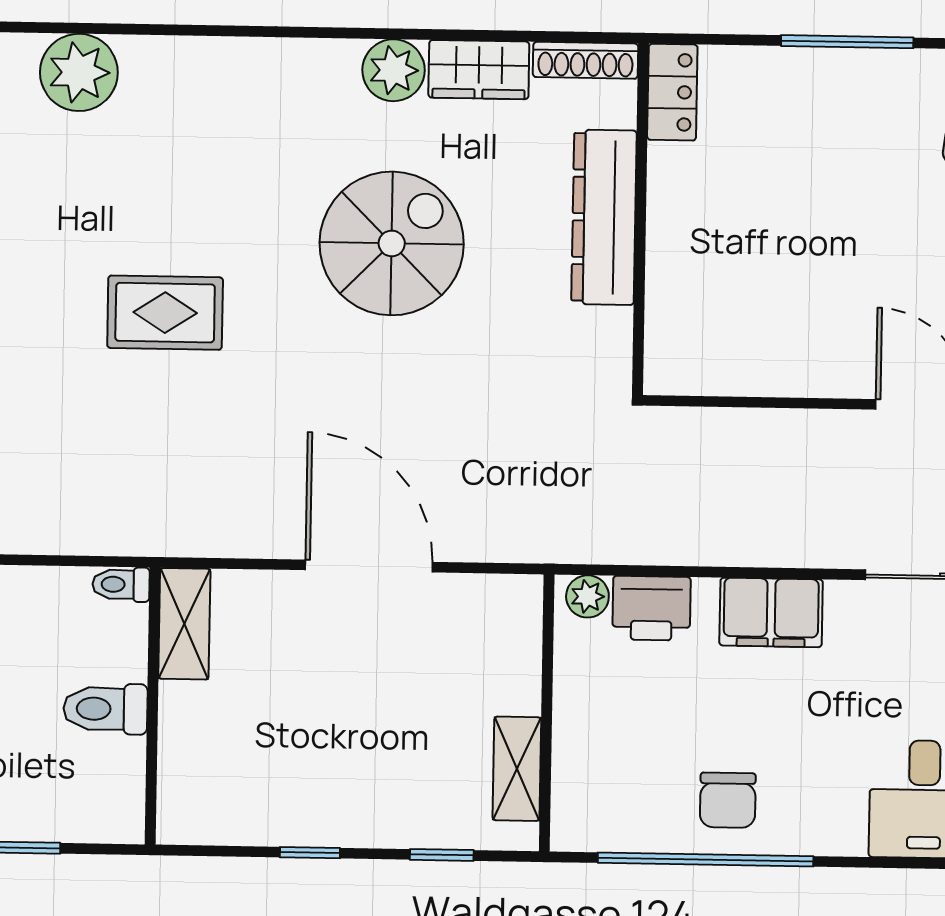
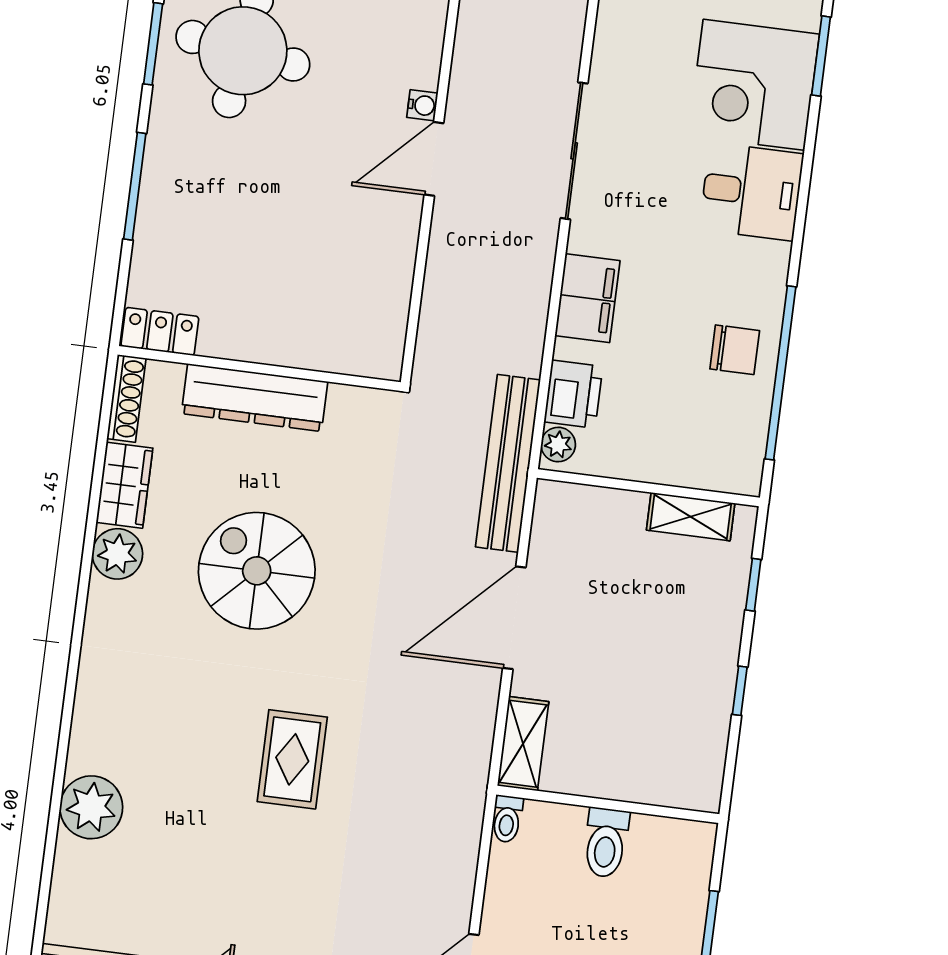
bench: (557, 537) -> (508, 463), added
shelving: (184, 624) -> (523, 744), moved, turned 90

